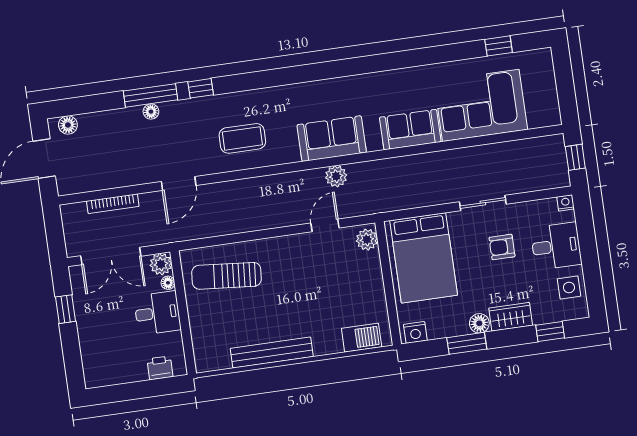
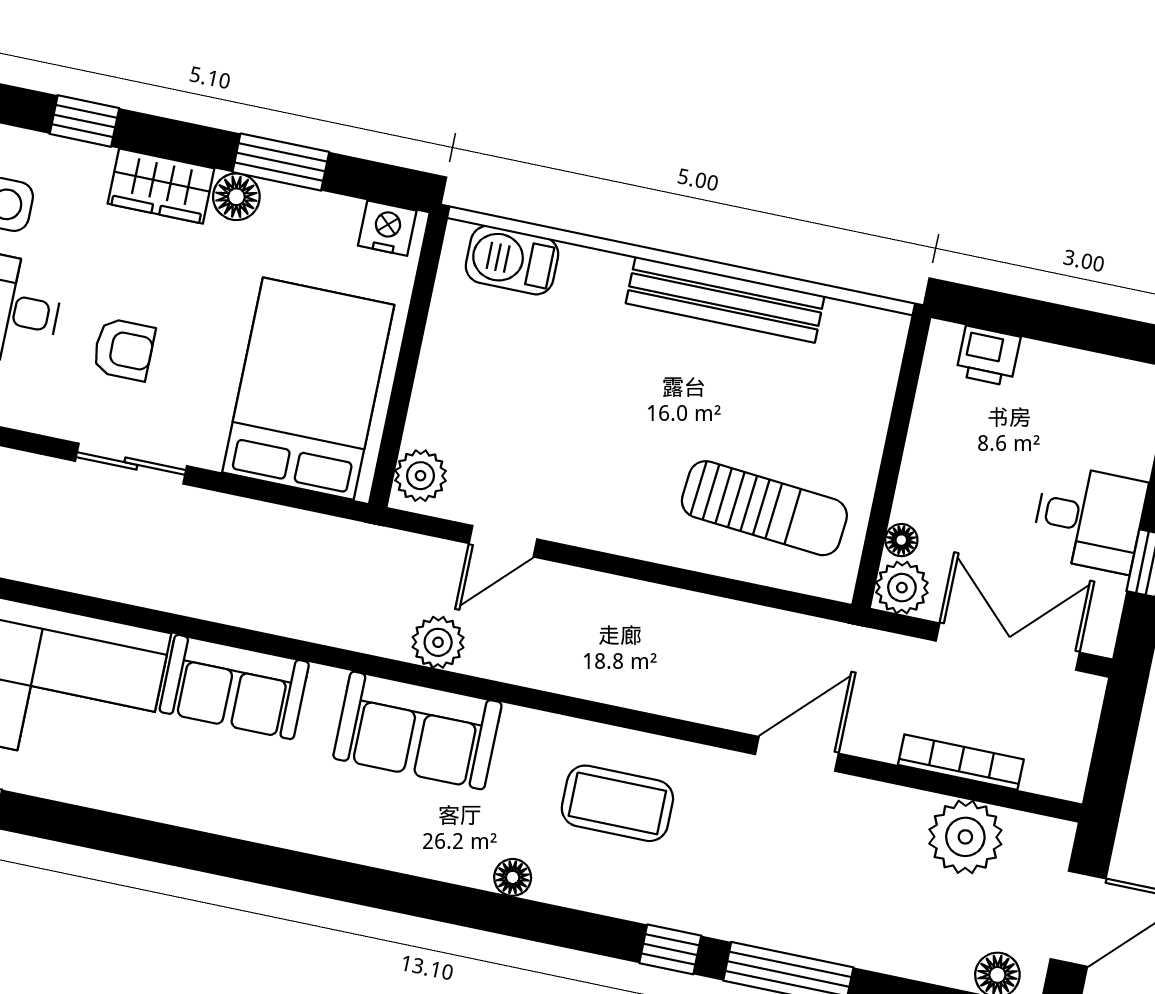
floor lamp: (151, 112) -> (513, 877), moved
plant: (100, 175) -> (965, 837), added
desk: (157, 313) -> (1089, 519), moved, turned 180

